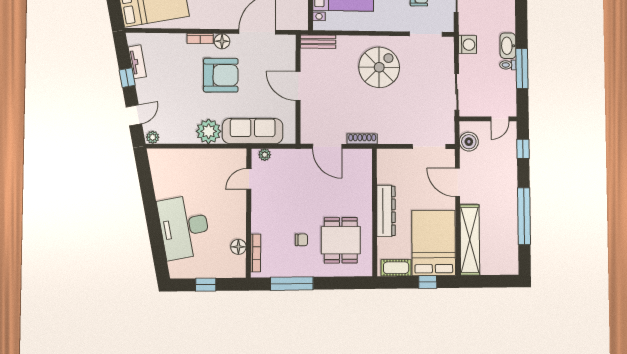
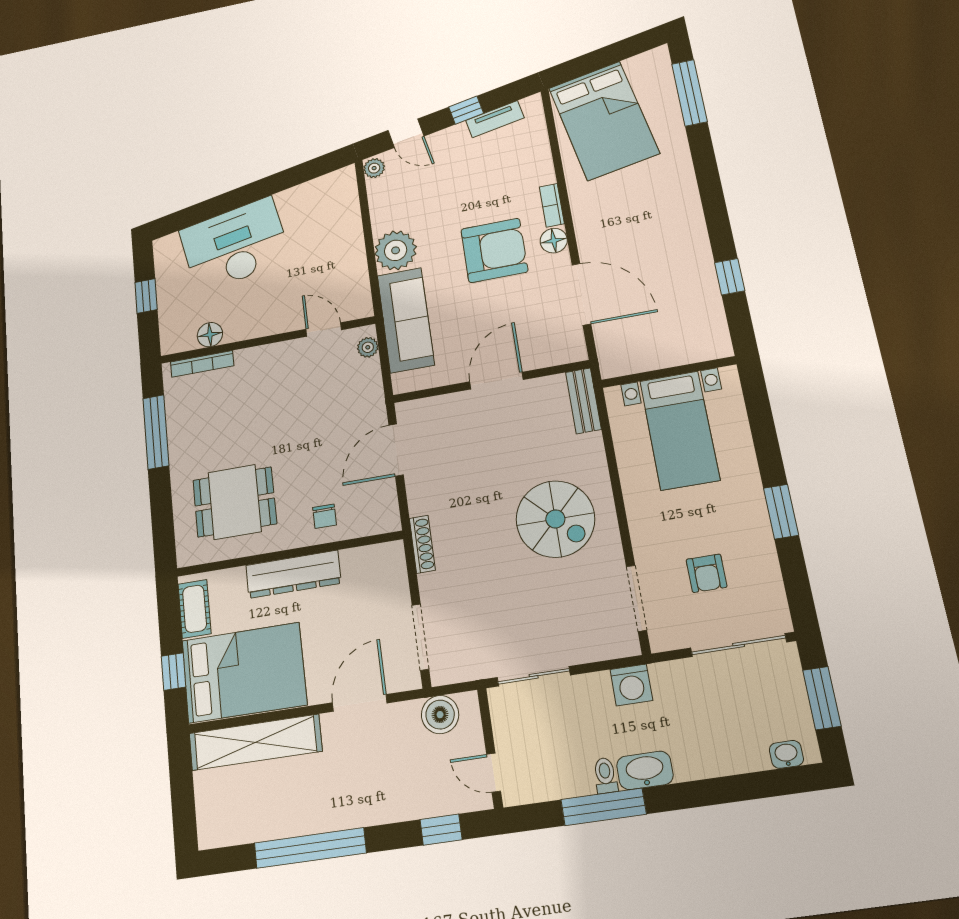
armchair: (221, 75) -> (494, 250), turned -90
shoe rack: (362, 139) -> (422, 544), moved
chair: (301, 240) -> (324, 516), moved

